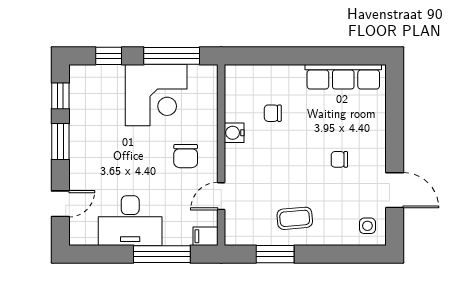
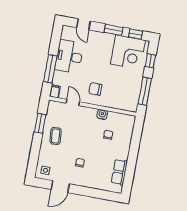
row of seats: (343, 77) -> (119, 172), width x0.68
corner desk: (156, 95) -> (128, 52), moved, turned -90

